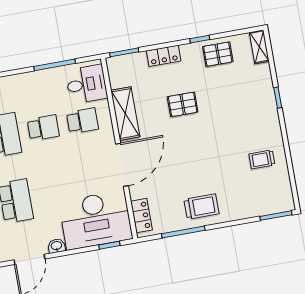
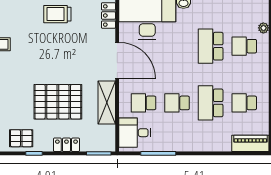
pallet: (183, 104) -> (58, 102), width x2.05, depth x2.00
door: (122, 165) -> (117, 61), swing flipped

